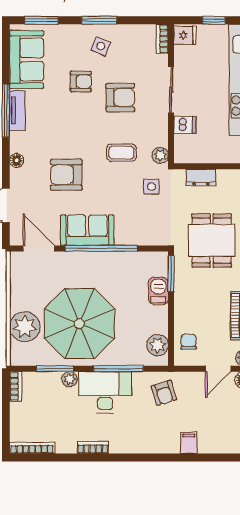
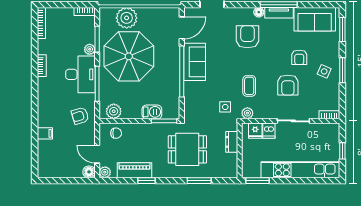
fridge: (185, 35) -> (255, 131), moved
floor lamp: (17, 160) -> (259, 12), moved
armchair: (66, 175) -> (247, 37), moved

